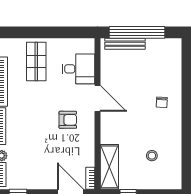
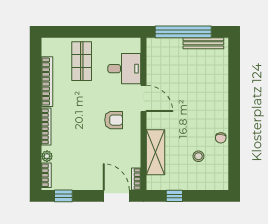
bench: (125, 44) -> (203, 43), moved
chair: (162, 102) -> (221, 138), moved
shelving: (109, 167) -> (155, 152), moved

